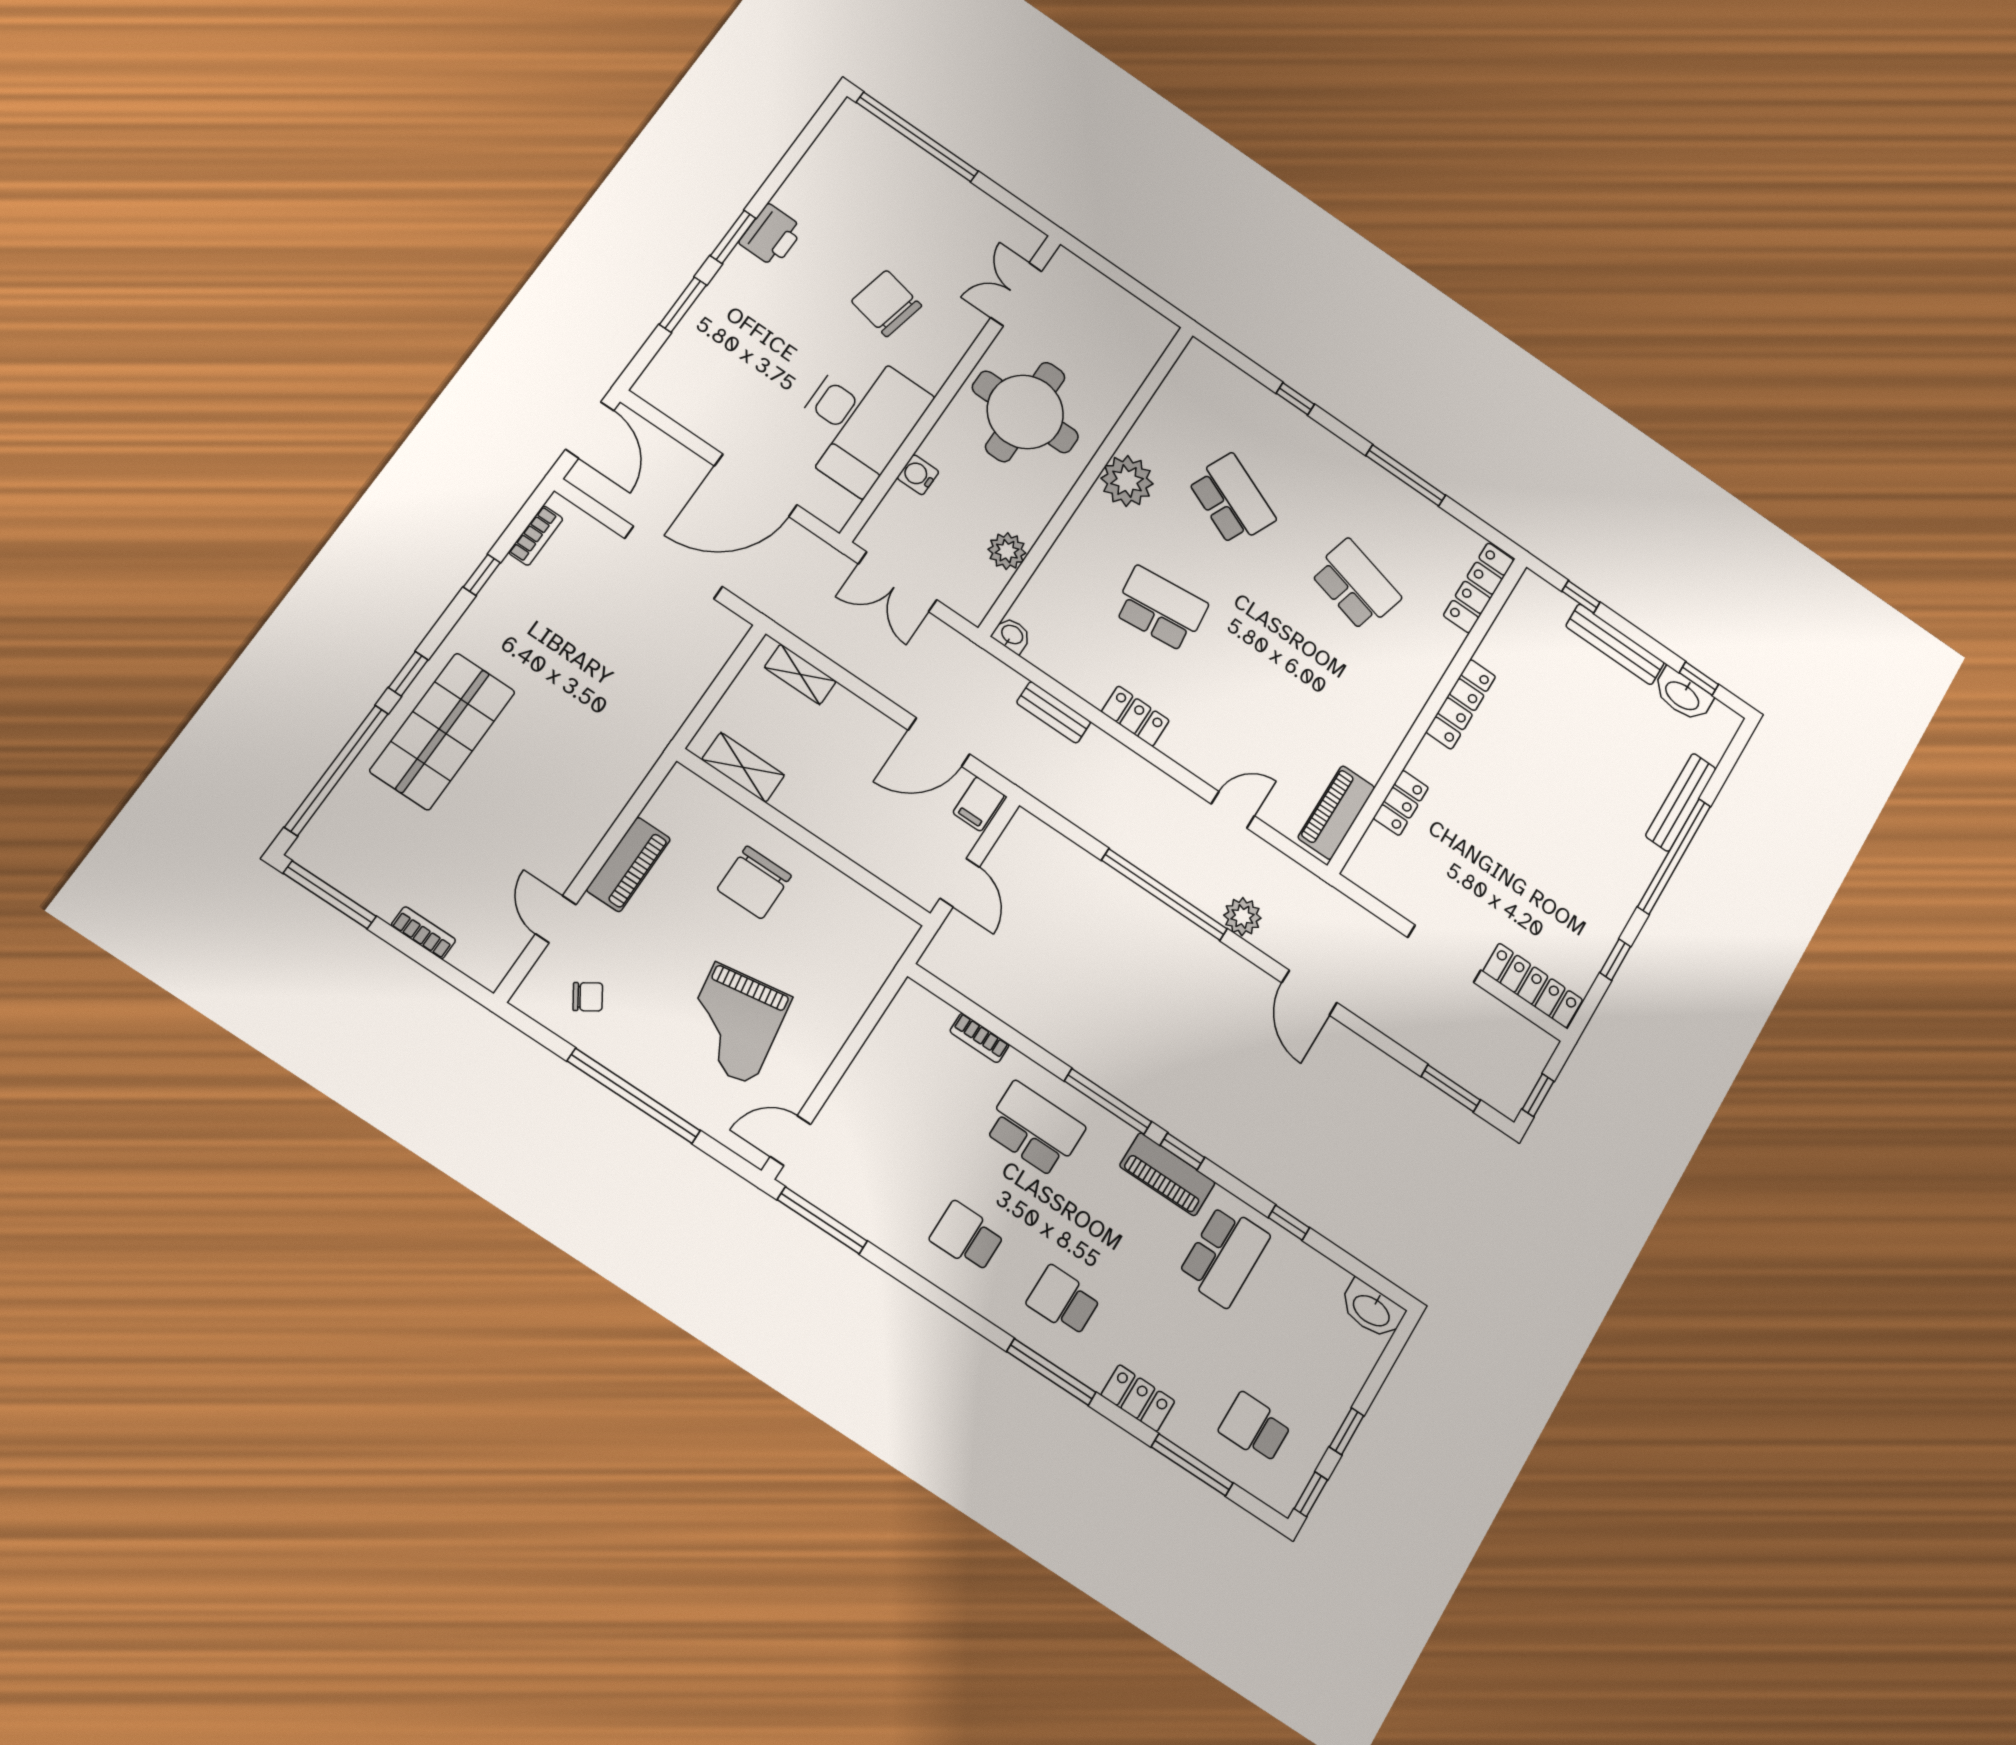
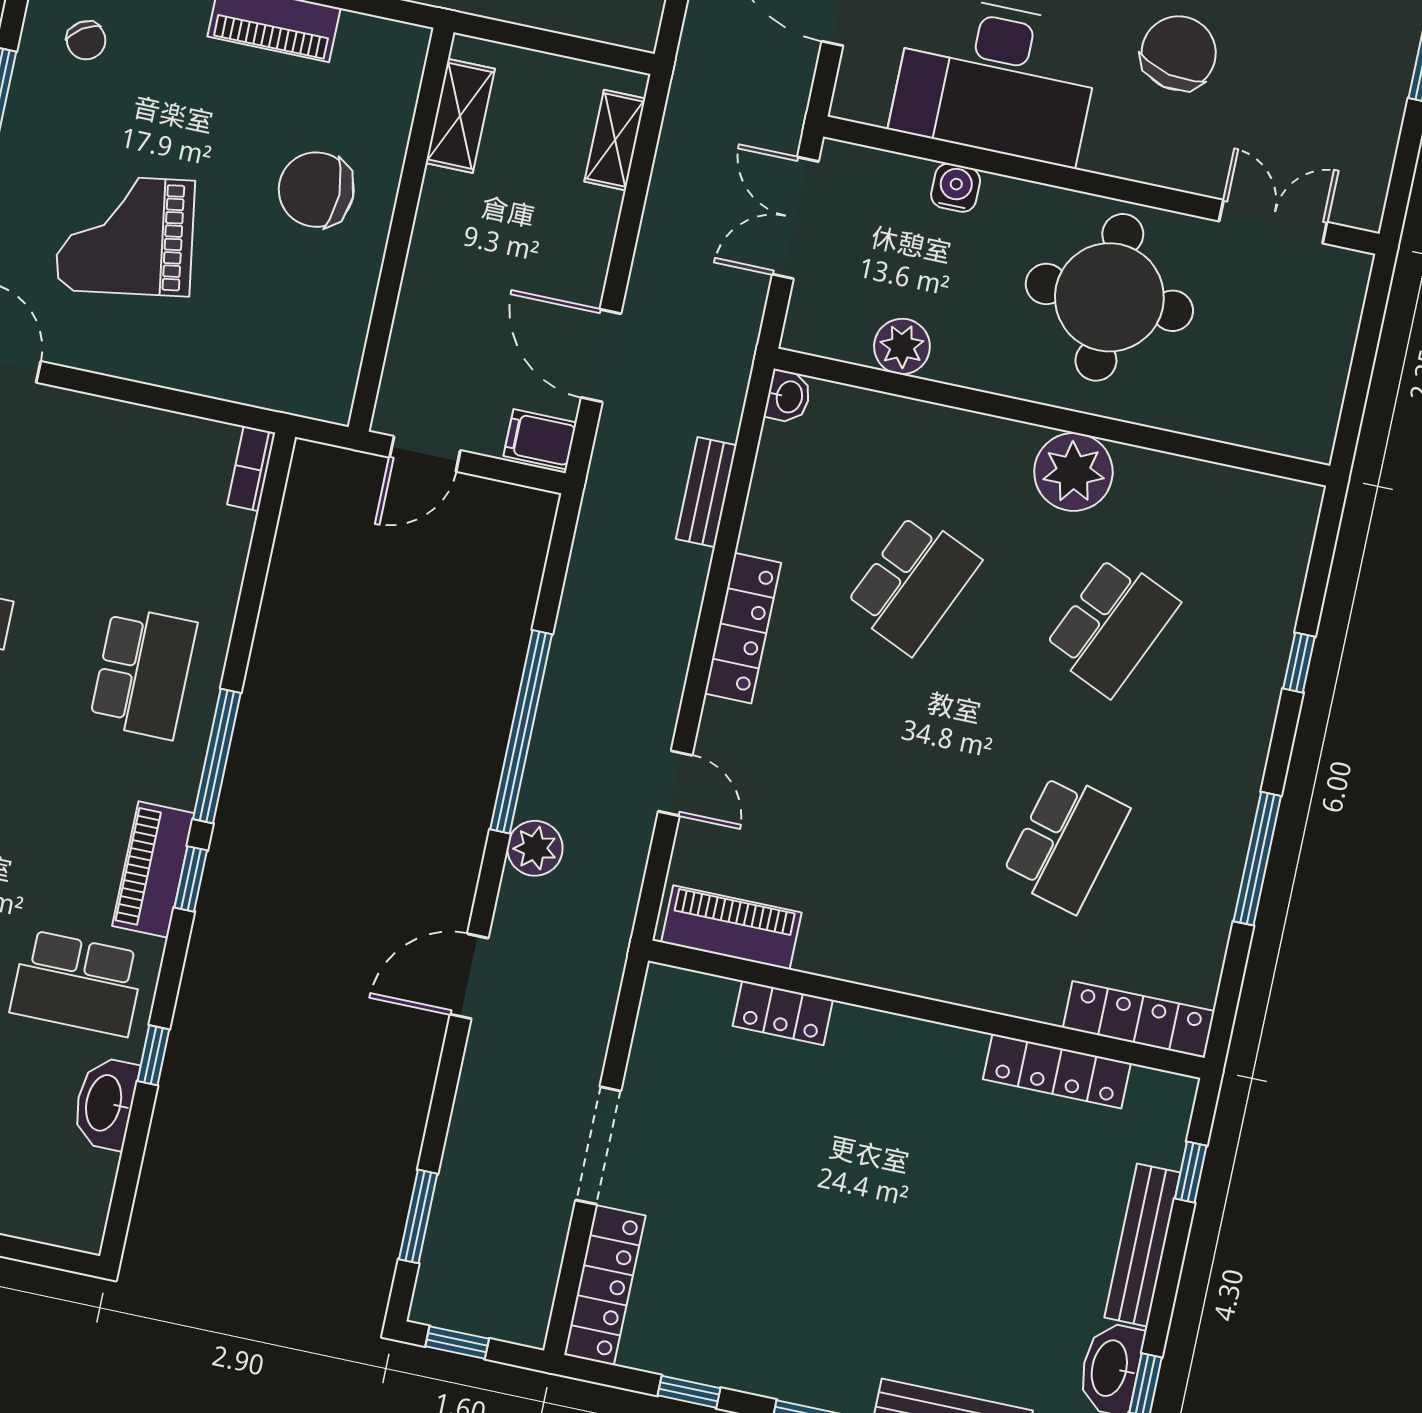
school desk: (1161, 609) -> (913, 584), turned 30
locker: (1461, 704) -> (1057, 1071), moved
locker: (1135, 716) -> (743, 628), width x1.53
bookcase: (980, 1038) -> (251, 469), moved
washbasin: (1372, 1310) -> (105, 1103), moved

